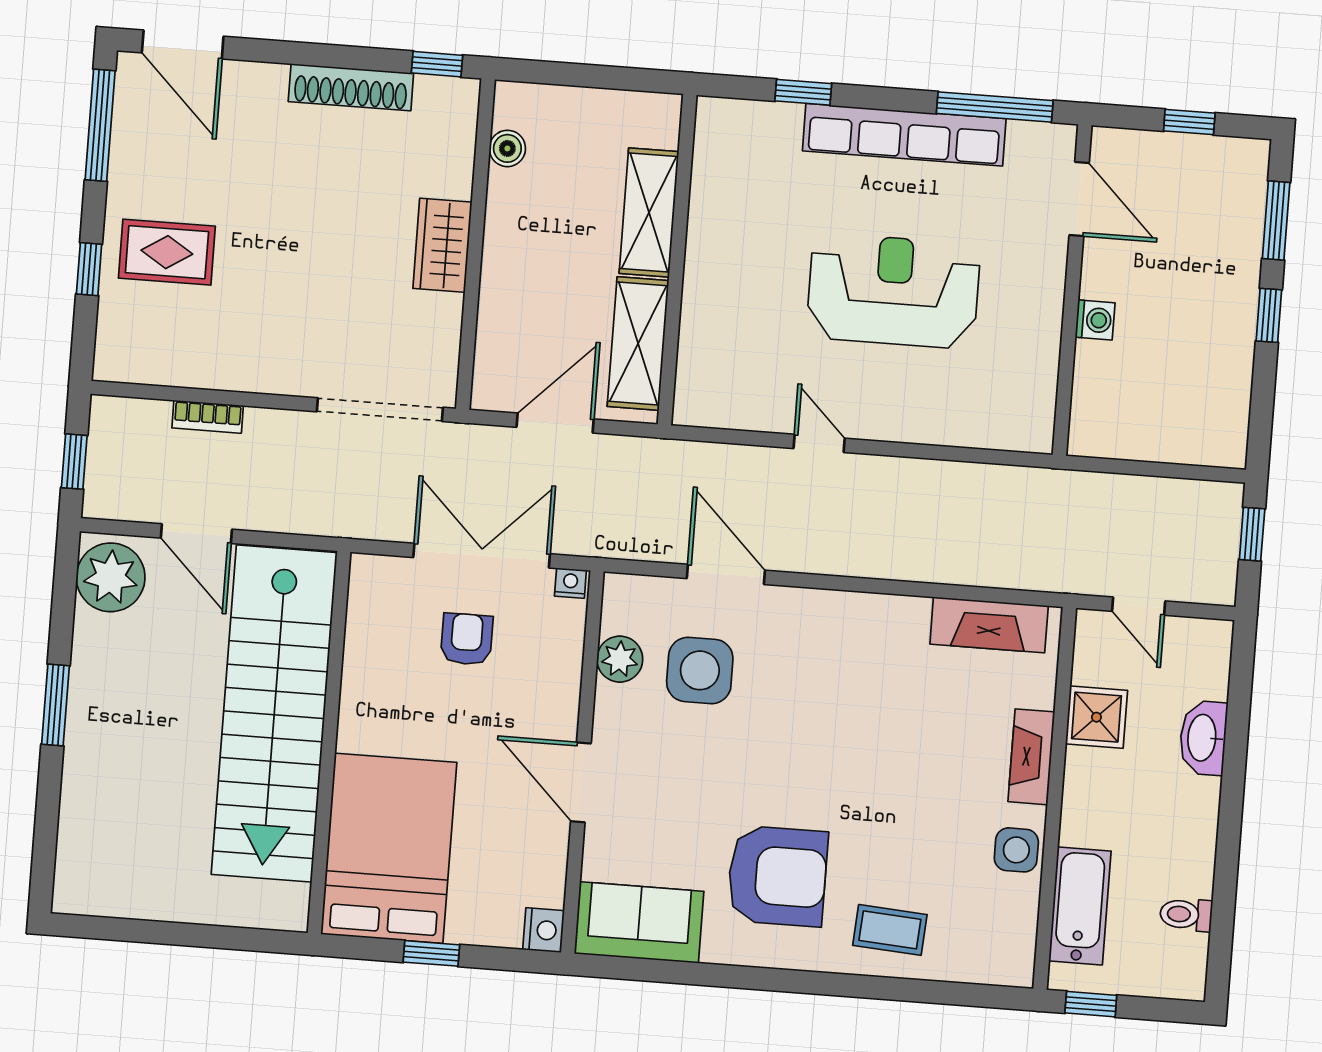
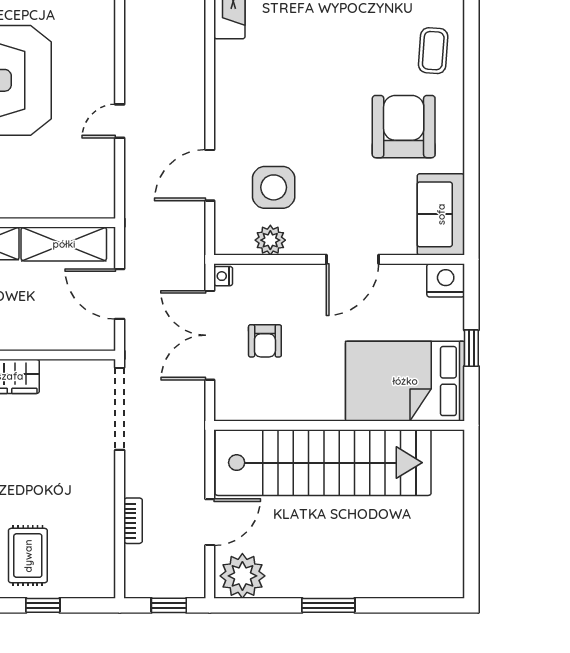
armchair: (467, 639) -> (265, 341), turned -90
nightstand: (544, 930) -> (446, 280), width x1.36, depth x1.33

